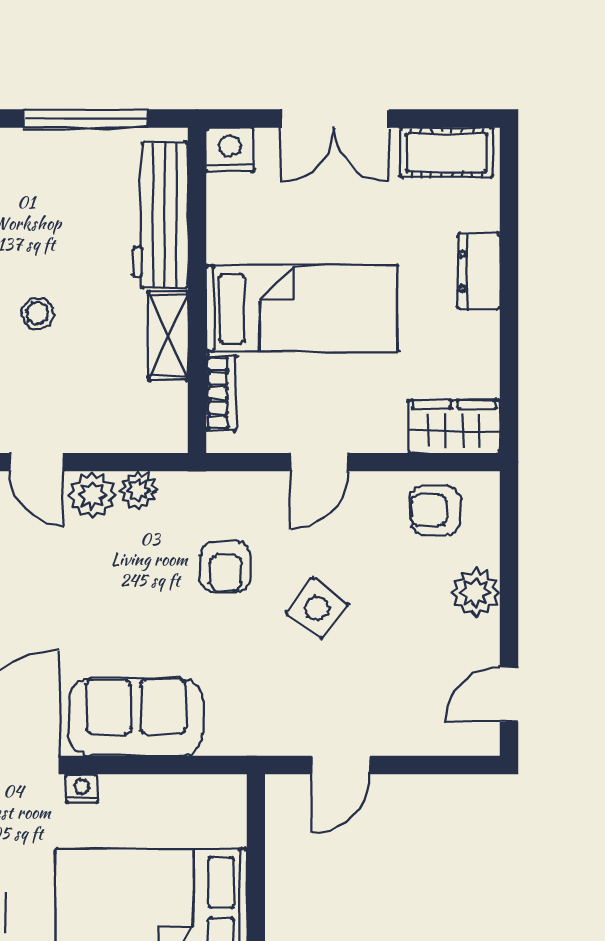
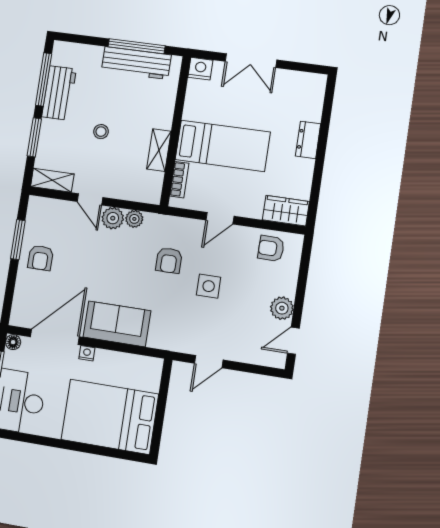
cot: (446, 153) -> (301, 83), removed
workbench: (161, 215) -> (136, 63), moved, turned -90
plant: (476, 593) -> (282, 308), moved
side table: (317, 608) -> (209, 286), turned -37

